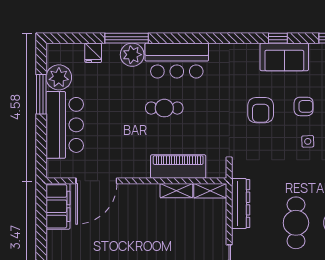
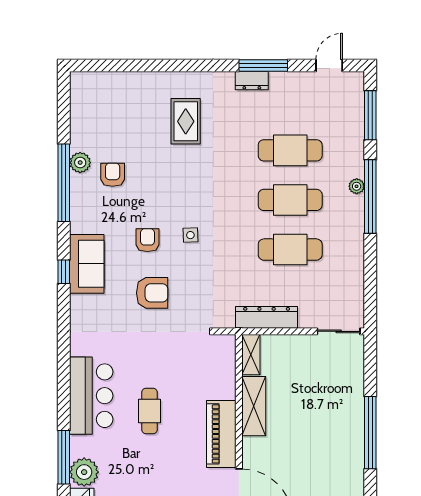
plant: (132, 55) -> (84, 472), moved
piano: (178, 167) -> (221, 434), moved
shelving: (176, 191) -> (254, 406), width x1.50, depth x1.33

